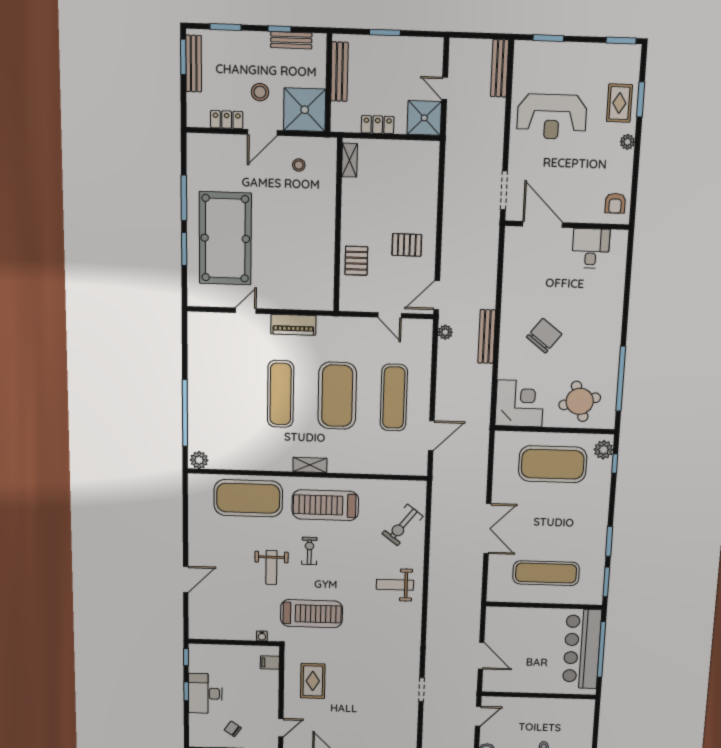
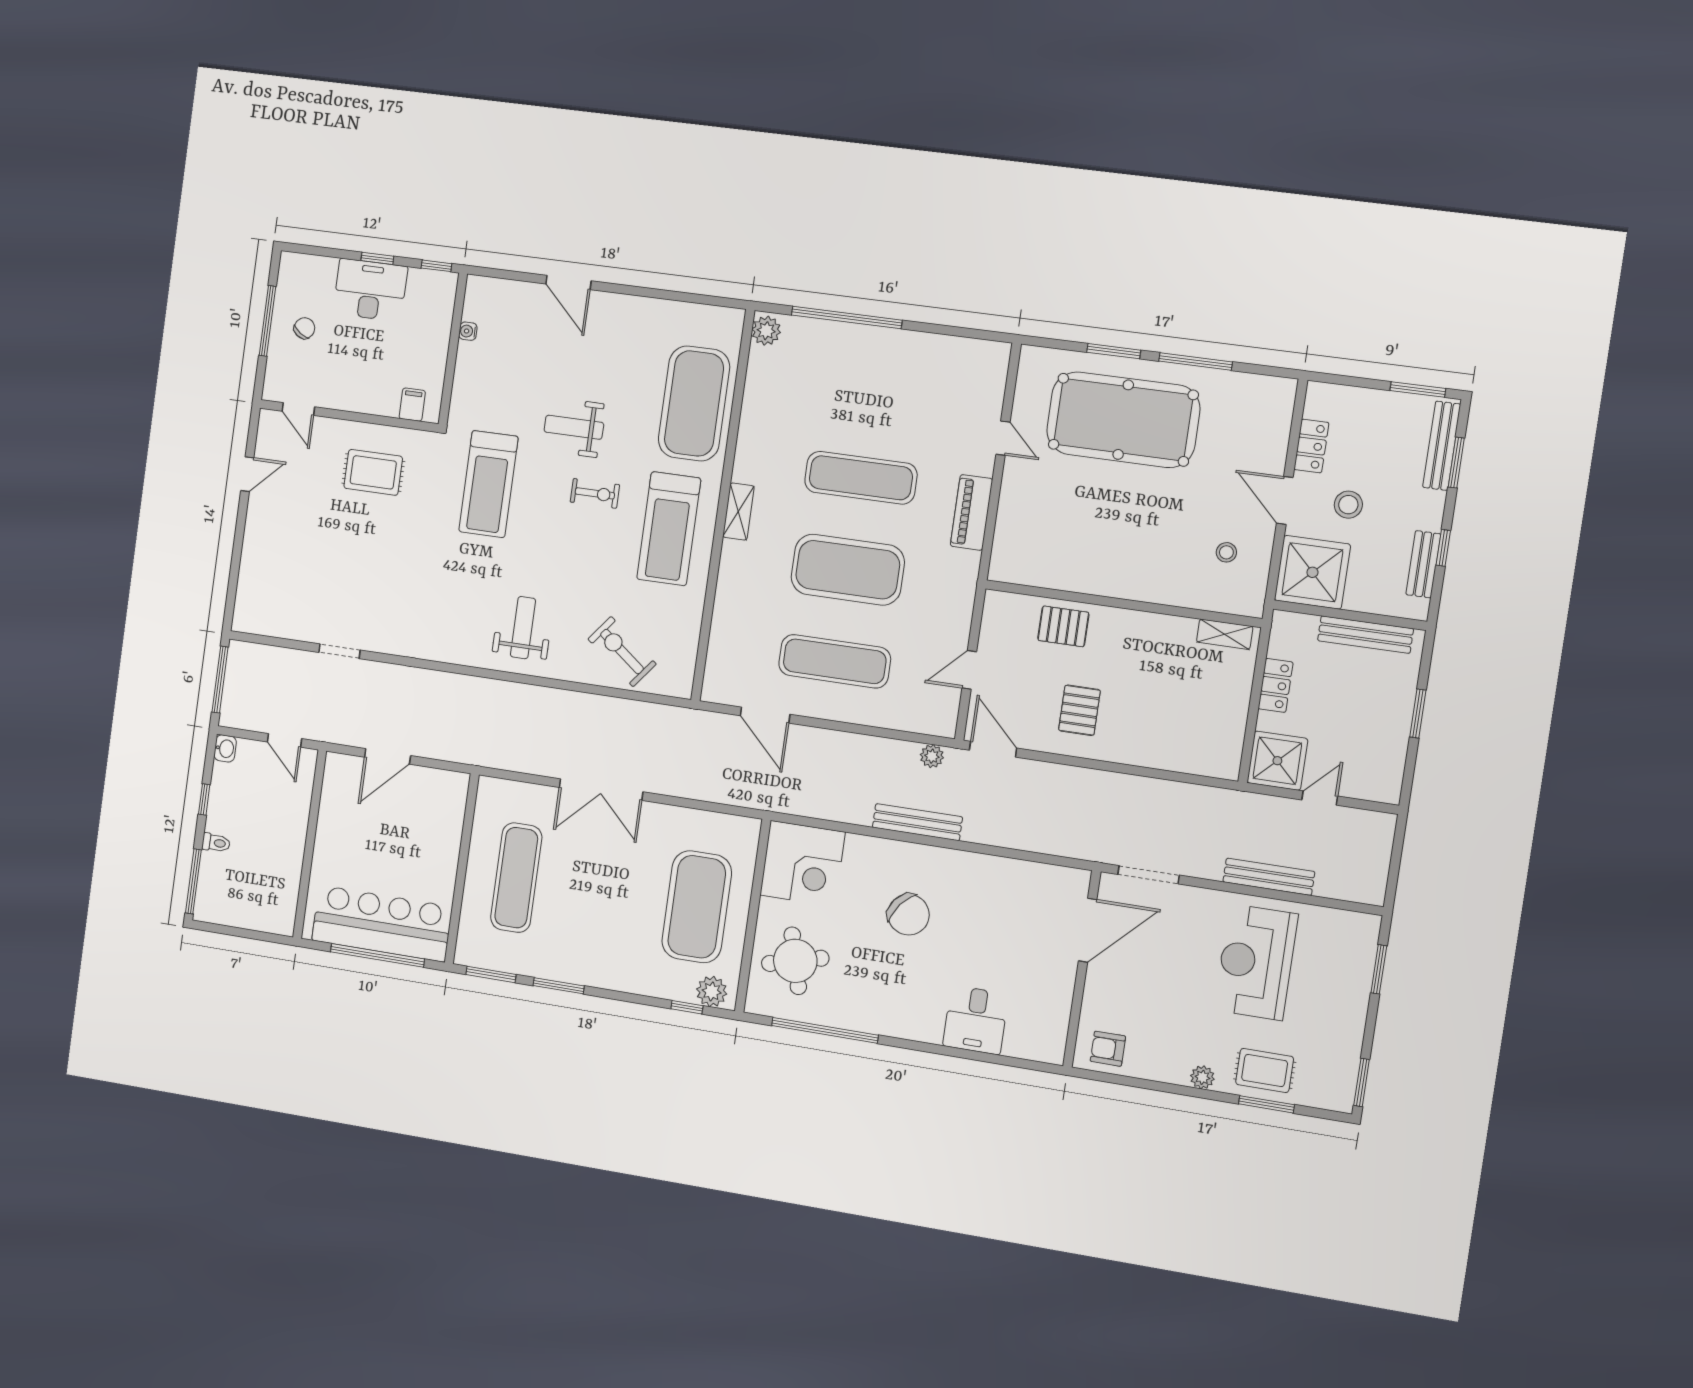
bench: (194, 64) -> (1442, 446), moved, turned 90
bench: (500, 68) -> (1269, 877), moved
desk: (591, 248) -> (976, 1020), moved, turned 90
treadmill: (325, 505) -> (669, 529), turned 180
water cooler: (262, 636) -> (468, 331), moved

